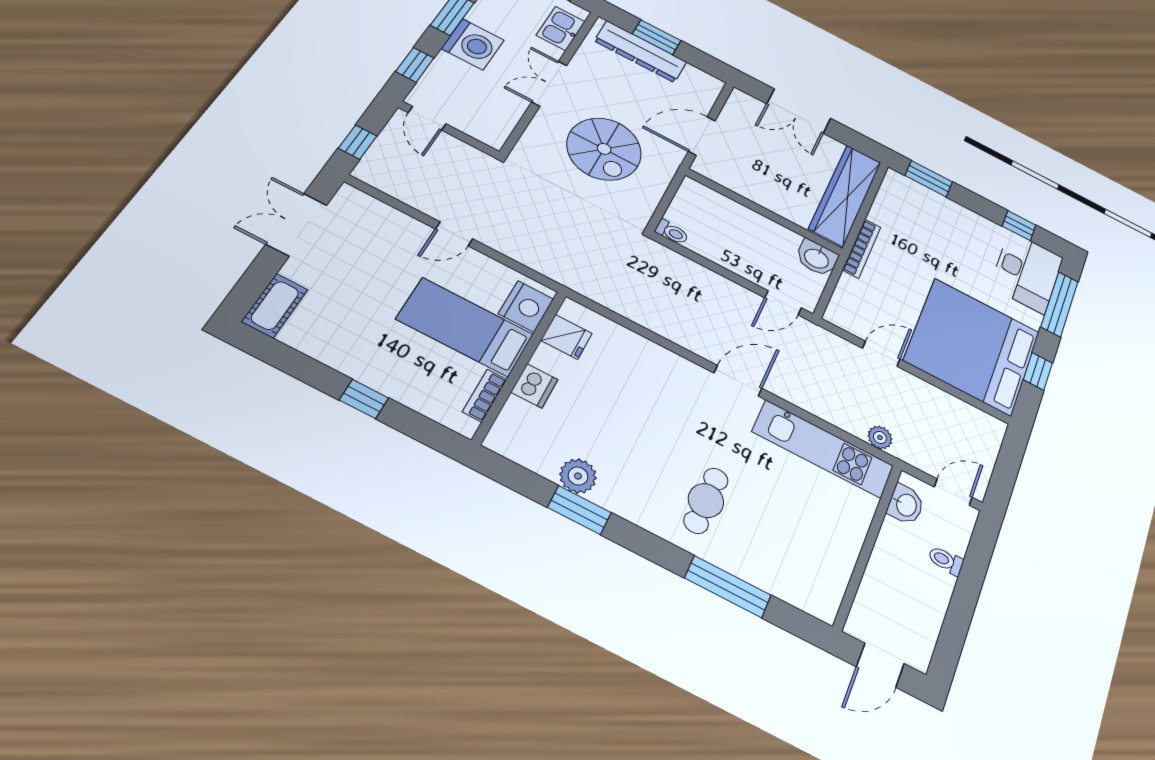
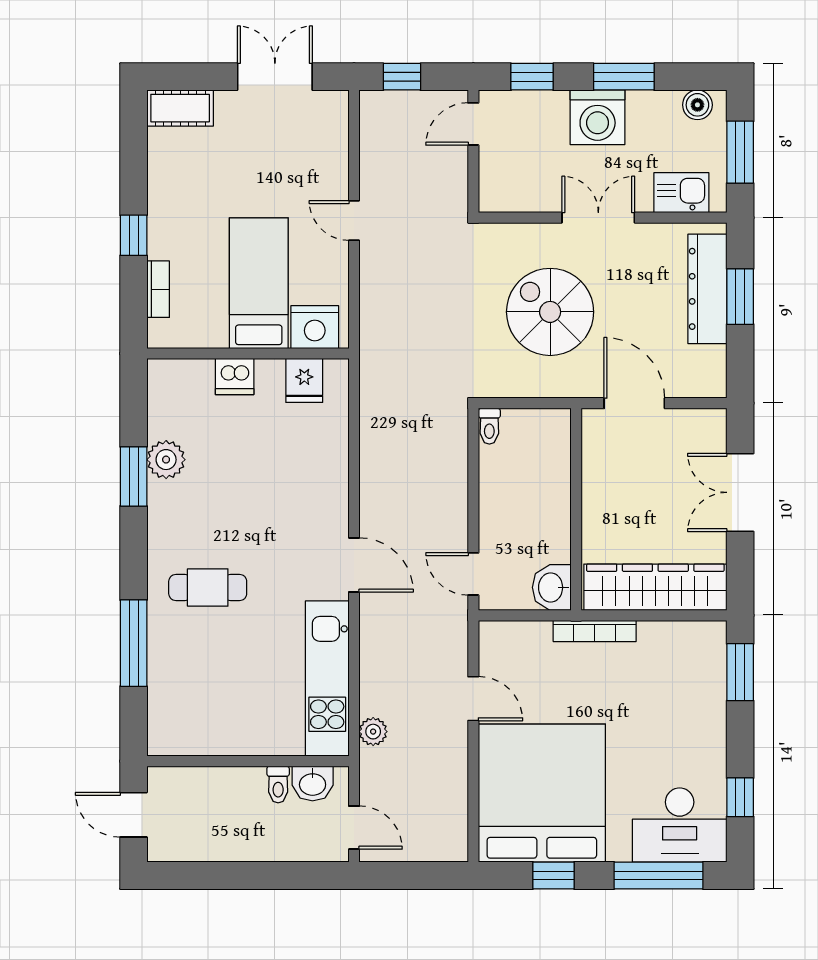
spiral stairs: (604, 149) -> (550, 312), turned 90
bookcase: (485, 395) -> (158, 289), moved, turned 90
toilet: (946, 561) -> (278, 785), moved, turned 180

